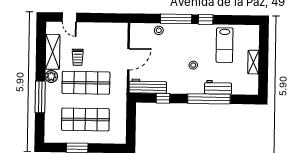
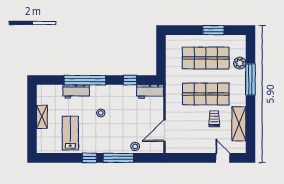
door: (128, 59) -> (164, 131), moved
plant: (51, 76) -> (240, 63), moved
workbench: (148, 86) -> (150, 92), width x0.73

